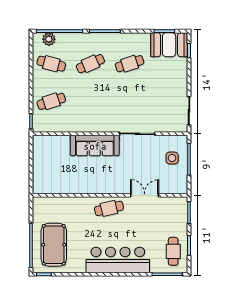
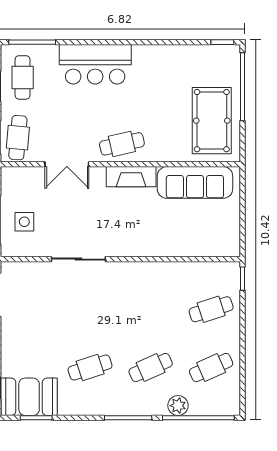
plant: (49, 39) -> (178, 406), moved
cafe table: (51, 64) -> (211, 368), turned -39
sofa: (95, 146) -> (195, 182), moved, turned 180
fireplace: (103, 187) -> (131, 177), added
cafe table: (176, 212) -> (18, 138), added
pool table: (54, 245) -> (212, 121), moved
bar counter: (118, 260) -> (95, 64), width x0.73

